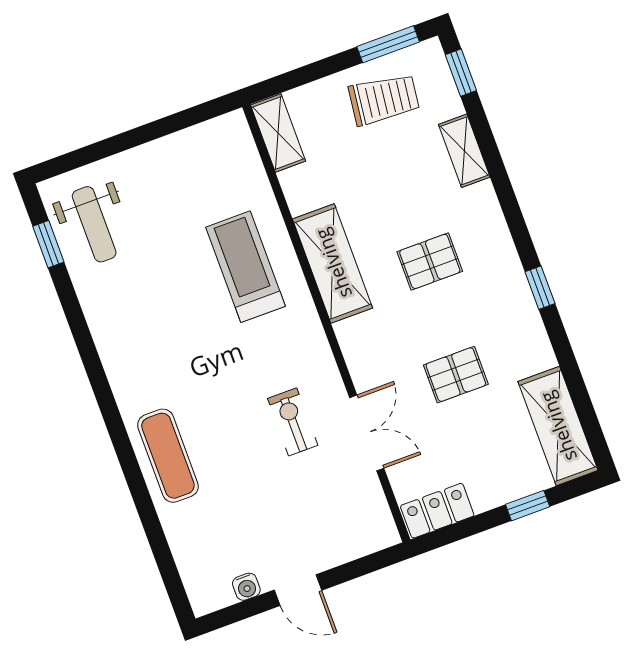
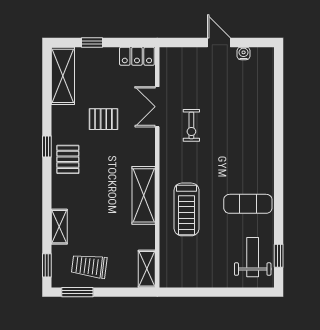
pallet: (430, 261) -> (68, 159), moved, turned 90
exercise mat: (168, 456) -> (248, 204), moved, turned 90

